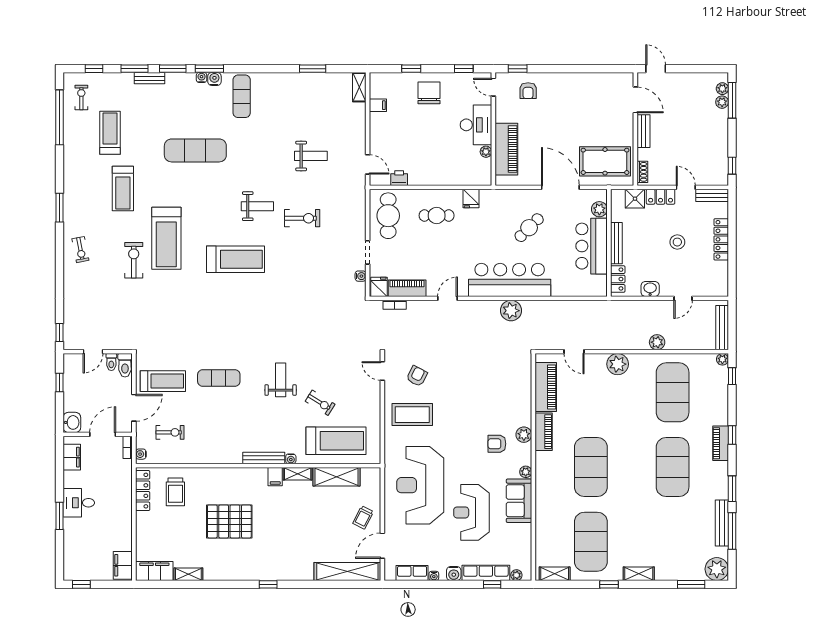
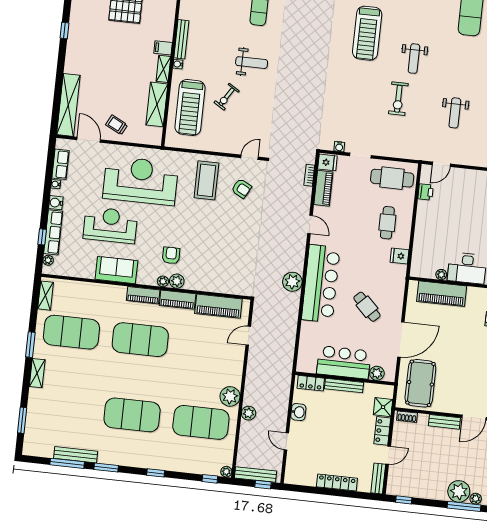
plant: (722, 102) -> (459, 491), width x1.88, depth x1.88
stool: (677, 242) -> (339, 442), removed
window: (732, 318) -> (263, 485), added
plant: (618, 364) -> (230, 396), moved
piano: (721, 443) -> (143, 295), moved, turned 180
plant: (526, 472) -> (163, 281), moved
plant: (717, 569) -> (34, 445), removed
window: (609, 584) -> (30, 345), width x1.50

